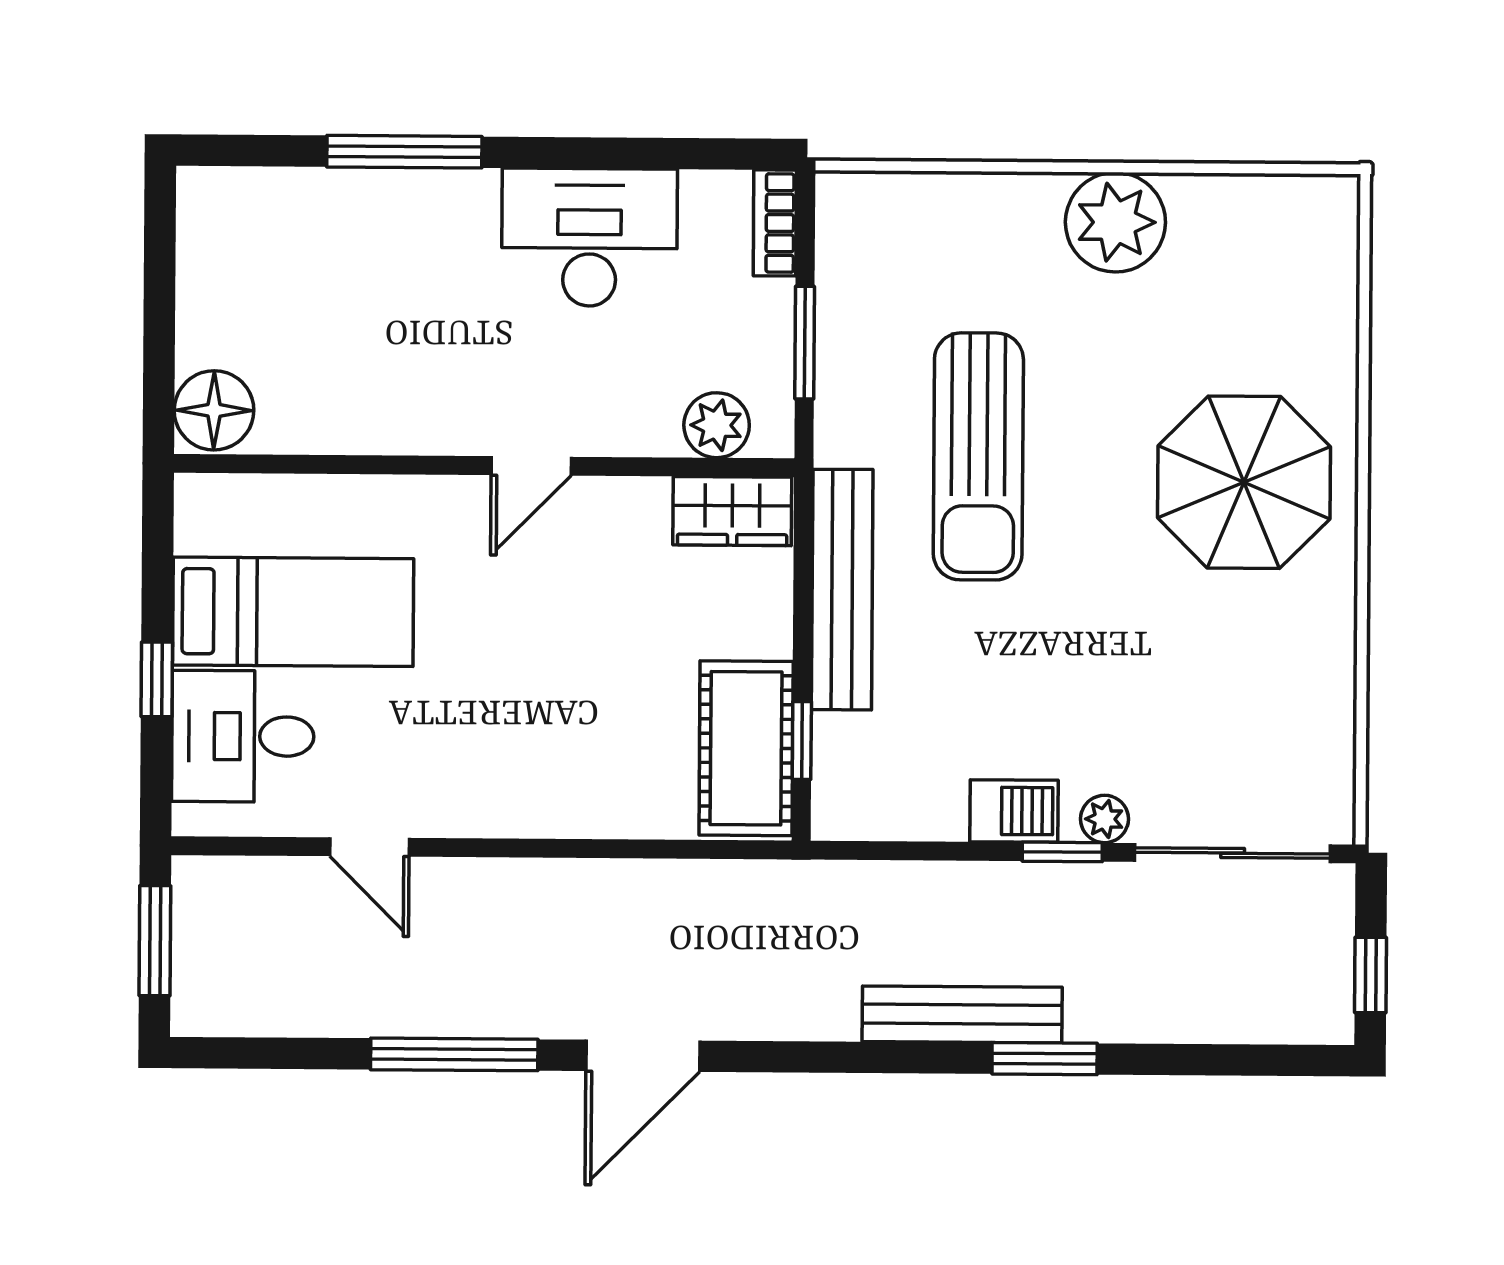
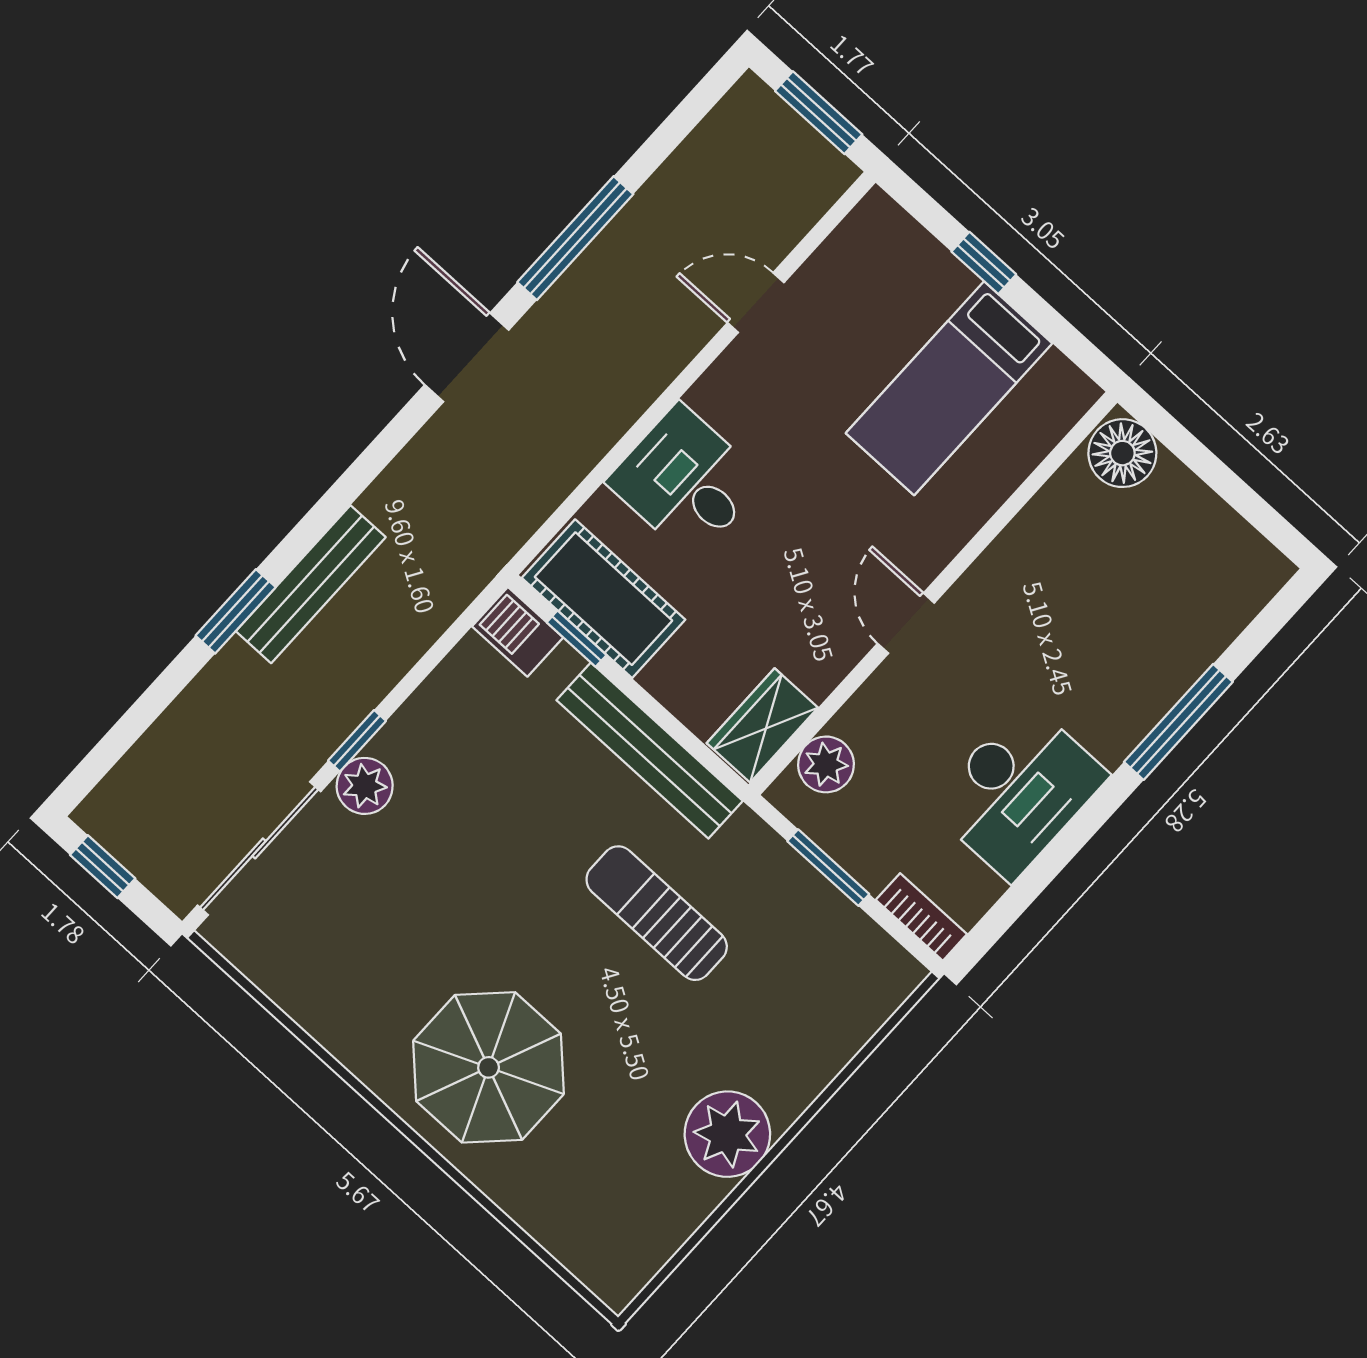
sun lounger: (978, 456) -> (657, 913), width x0.73, depth x0.75
desk: (243, 736) -> (686, 481), moved, turned -90
barbecue: (1014, 811) -> (518, 632), moved, turned 90
plant: (1104, 819) -> (365, 786), width x1.38, depth x1.38

